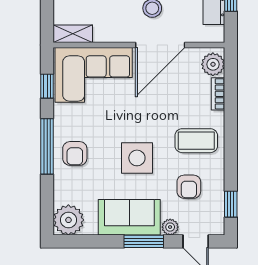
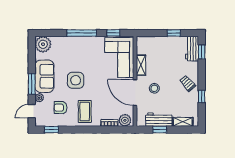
shelving: (73, 34) -> (141, 65), moved
armchair: (75, 153) -> (78, 48), removed

